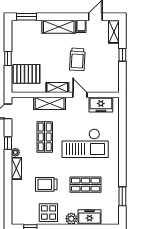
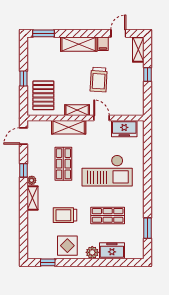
pallet: (26, 74) -> (43, 95), turned 90

